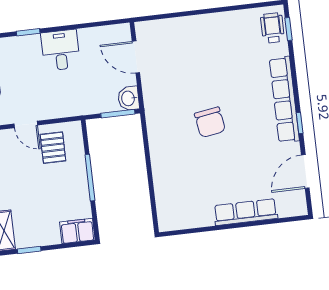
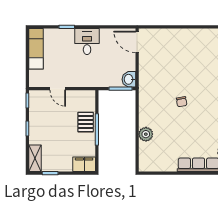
door: (136, 57) -> (137, 42), moved
chair: (210, 122) -> (182, 102), width x0.54, depth x0.54
pallet: (53, 148) -> (86, 122), moved
plant: (163, 176) -> (146, 134), added

